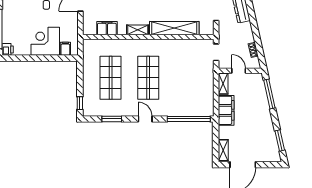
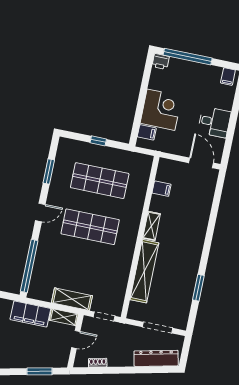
filing cabinet: (107, 28) -> (162, 189), width x0.50
shelving: (208, 80) -> (72, 299), added
window: (269, 94) -> (39, 371), width x0.69
window: (80, 103) -> (98, 141), moved

